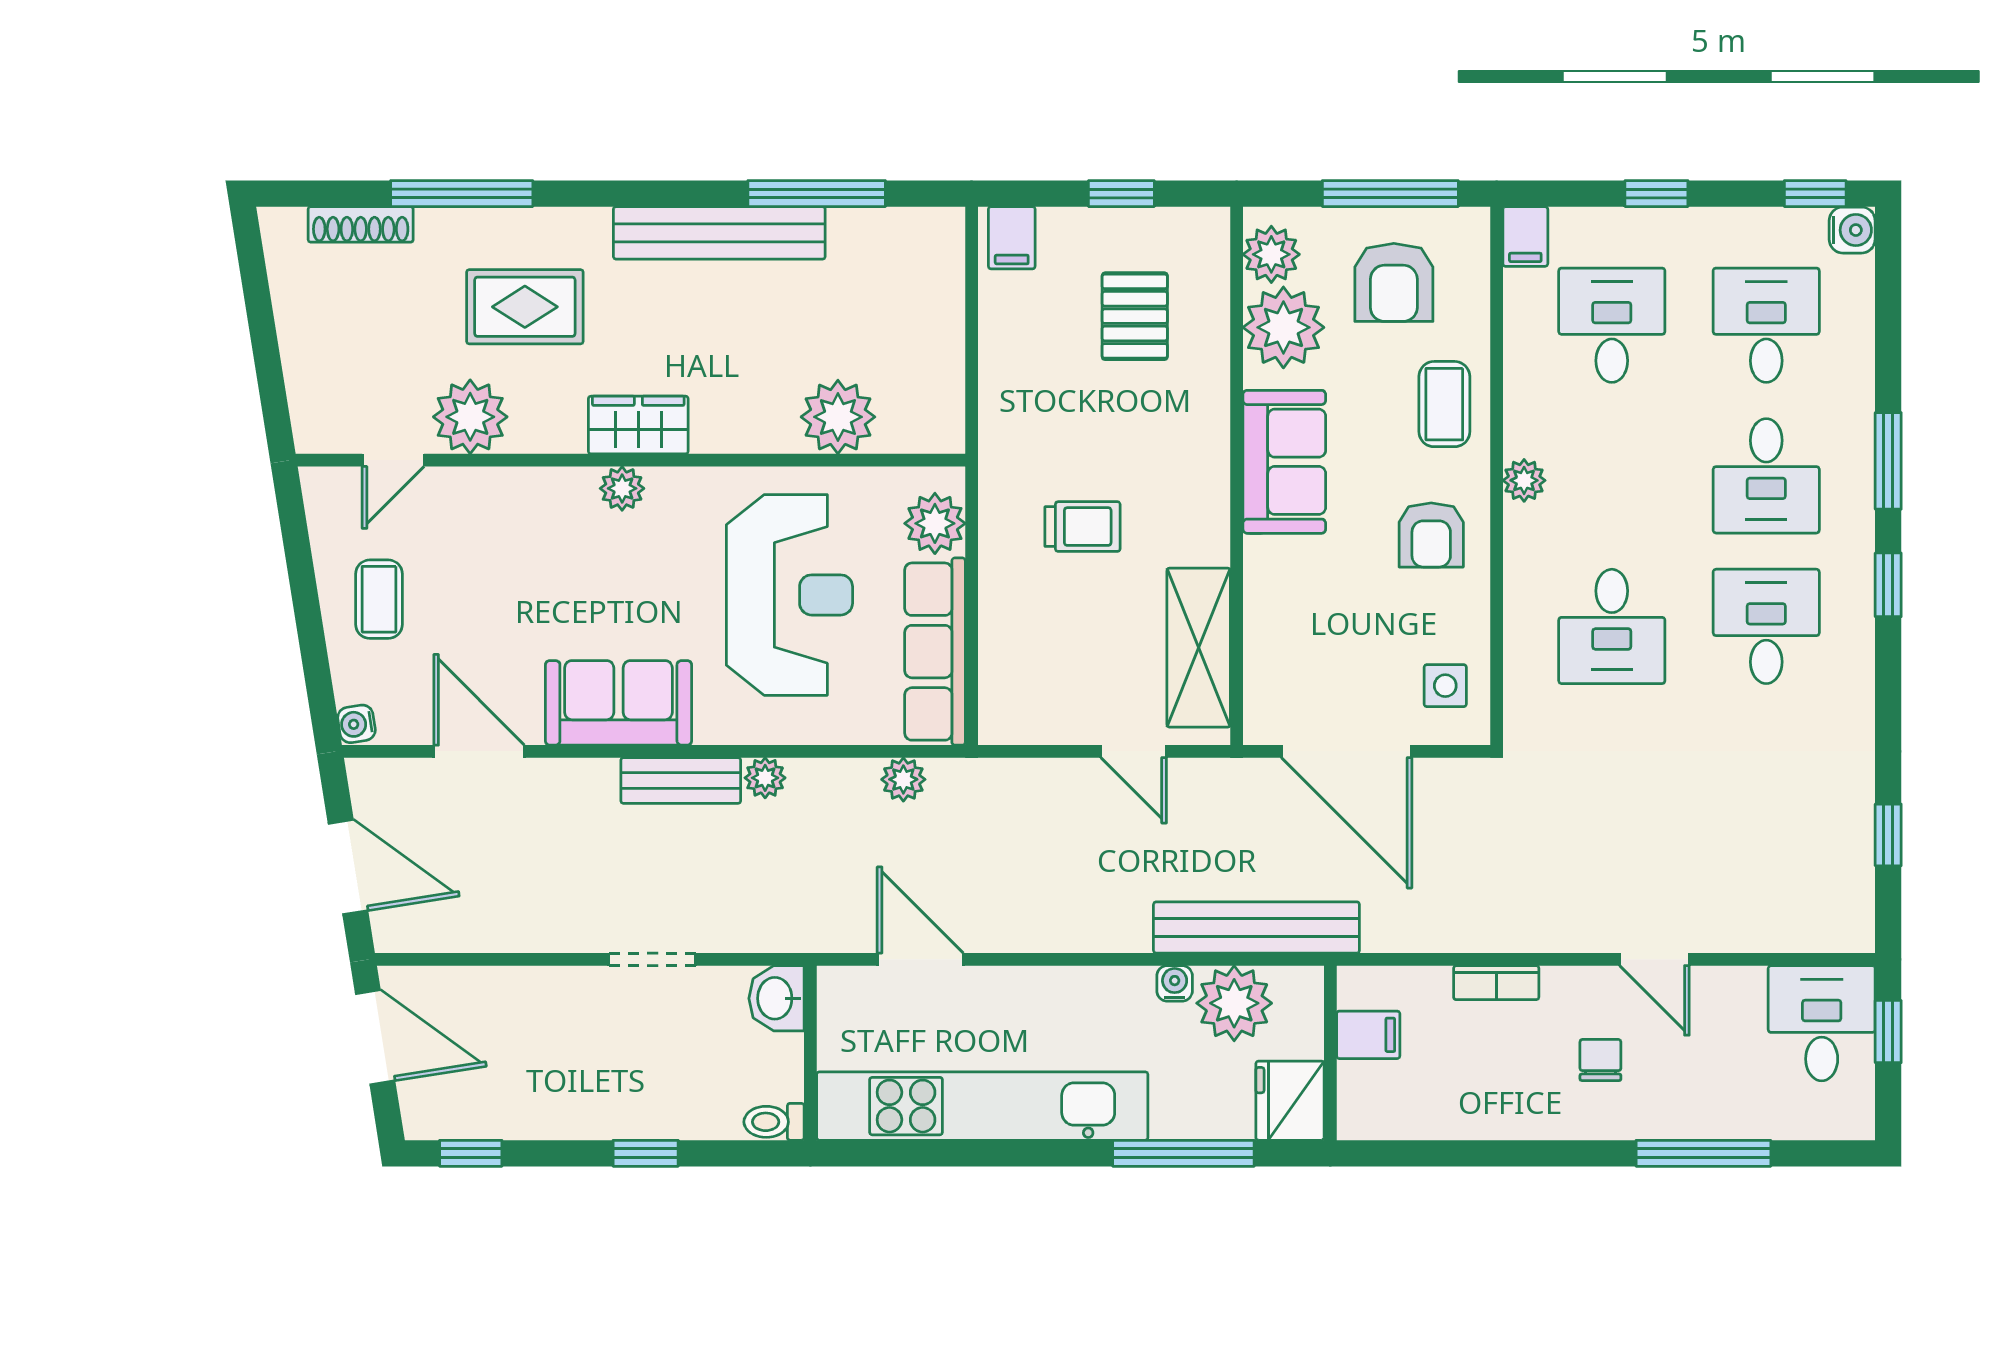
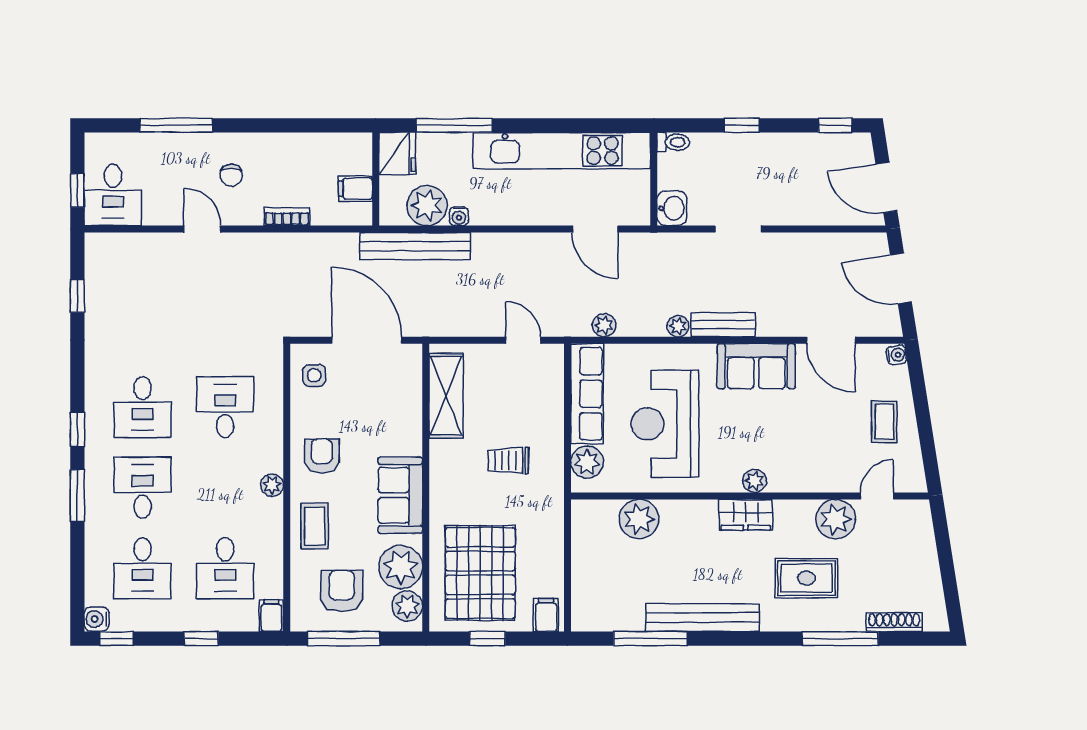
pallet: (1135, 316) -> (480, 573), width x2.05, depth x2.00
door: (1134, 751) -> (523, 340), moved

